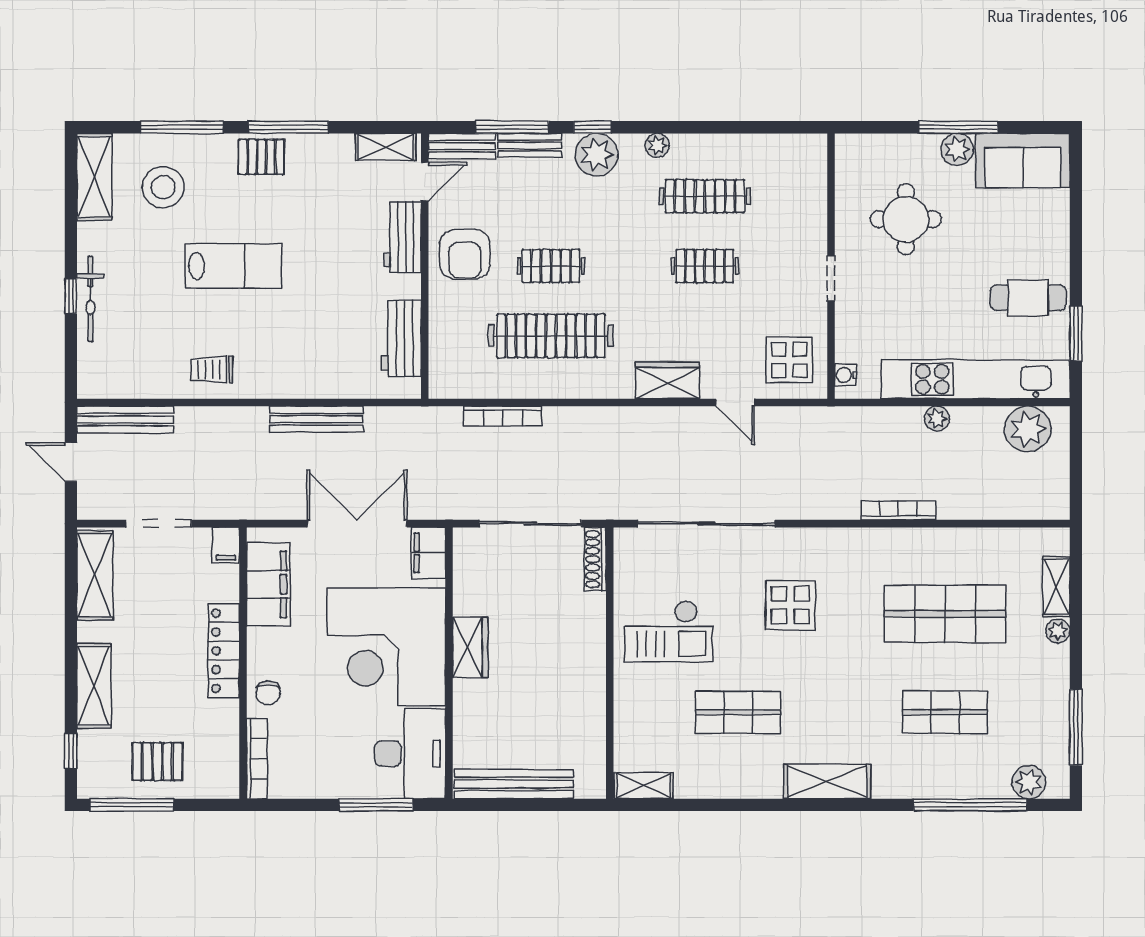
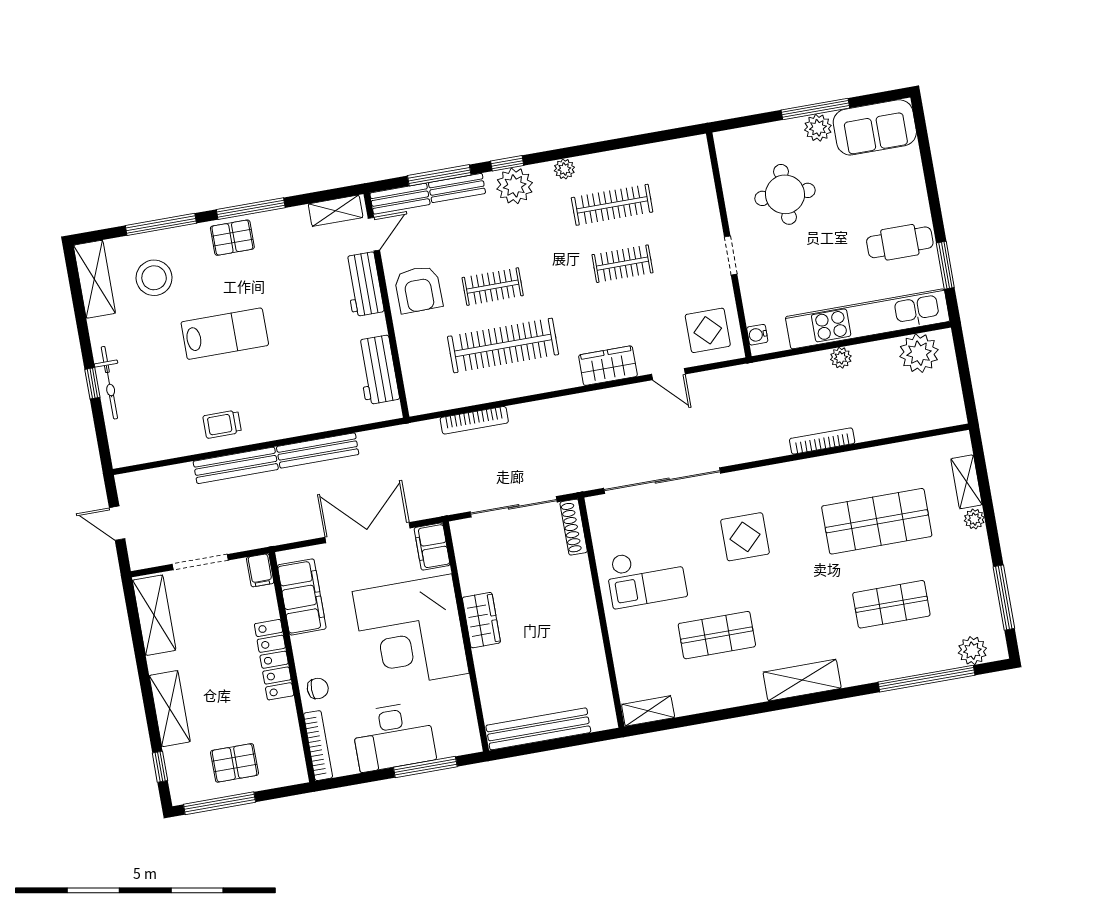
bench: (125, 420) -> (236, 465), moved
chair: (268, 693) -> (318, 689), turned -90
desk: (410, 754) -> (393, 736), moved, turned 90

